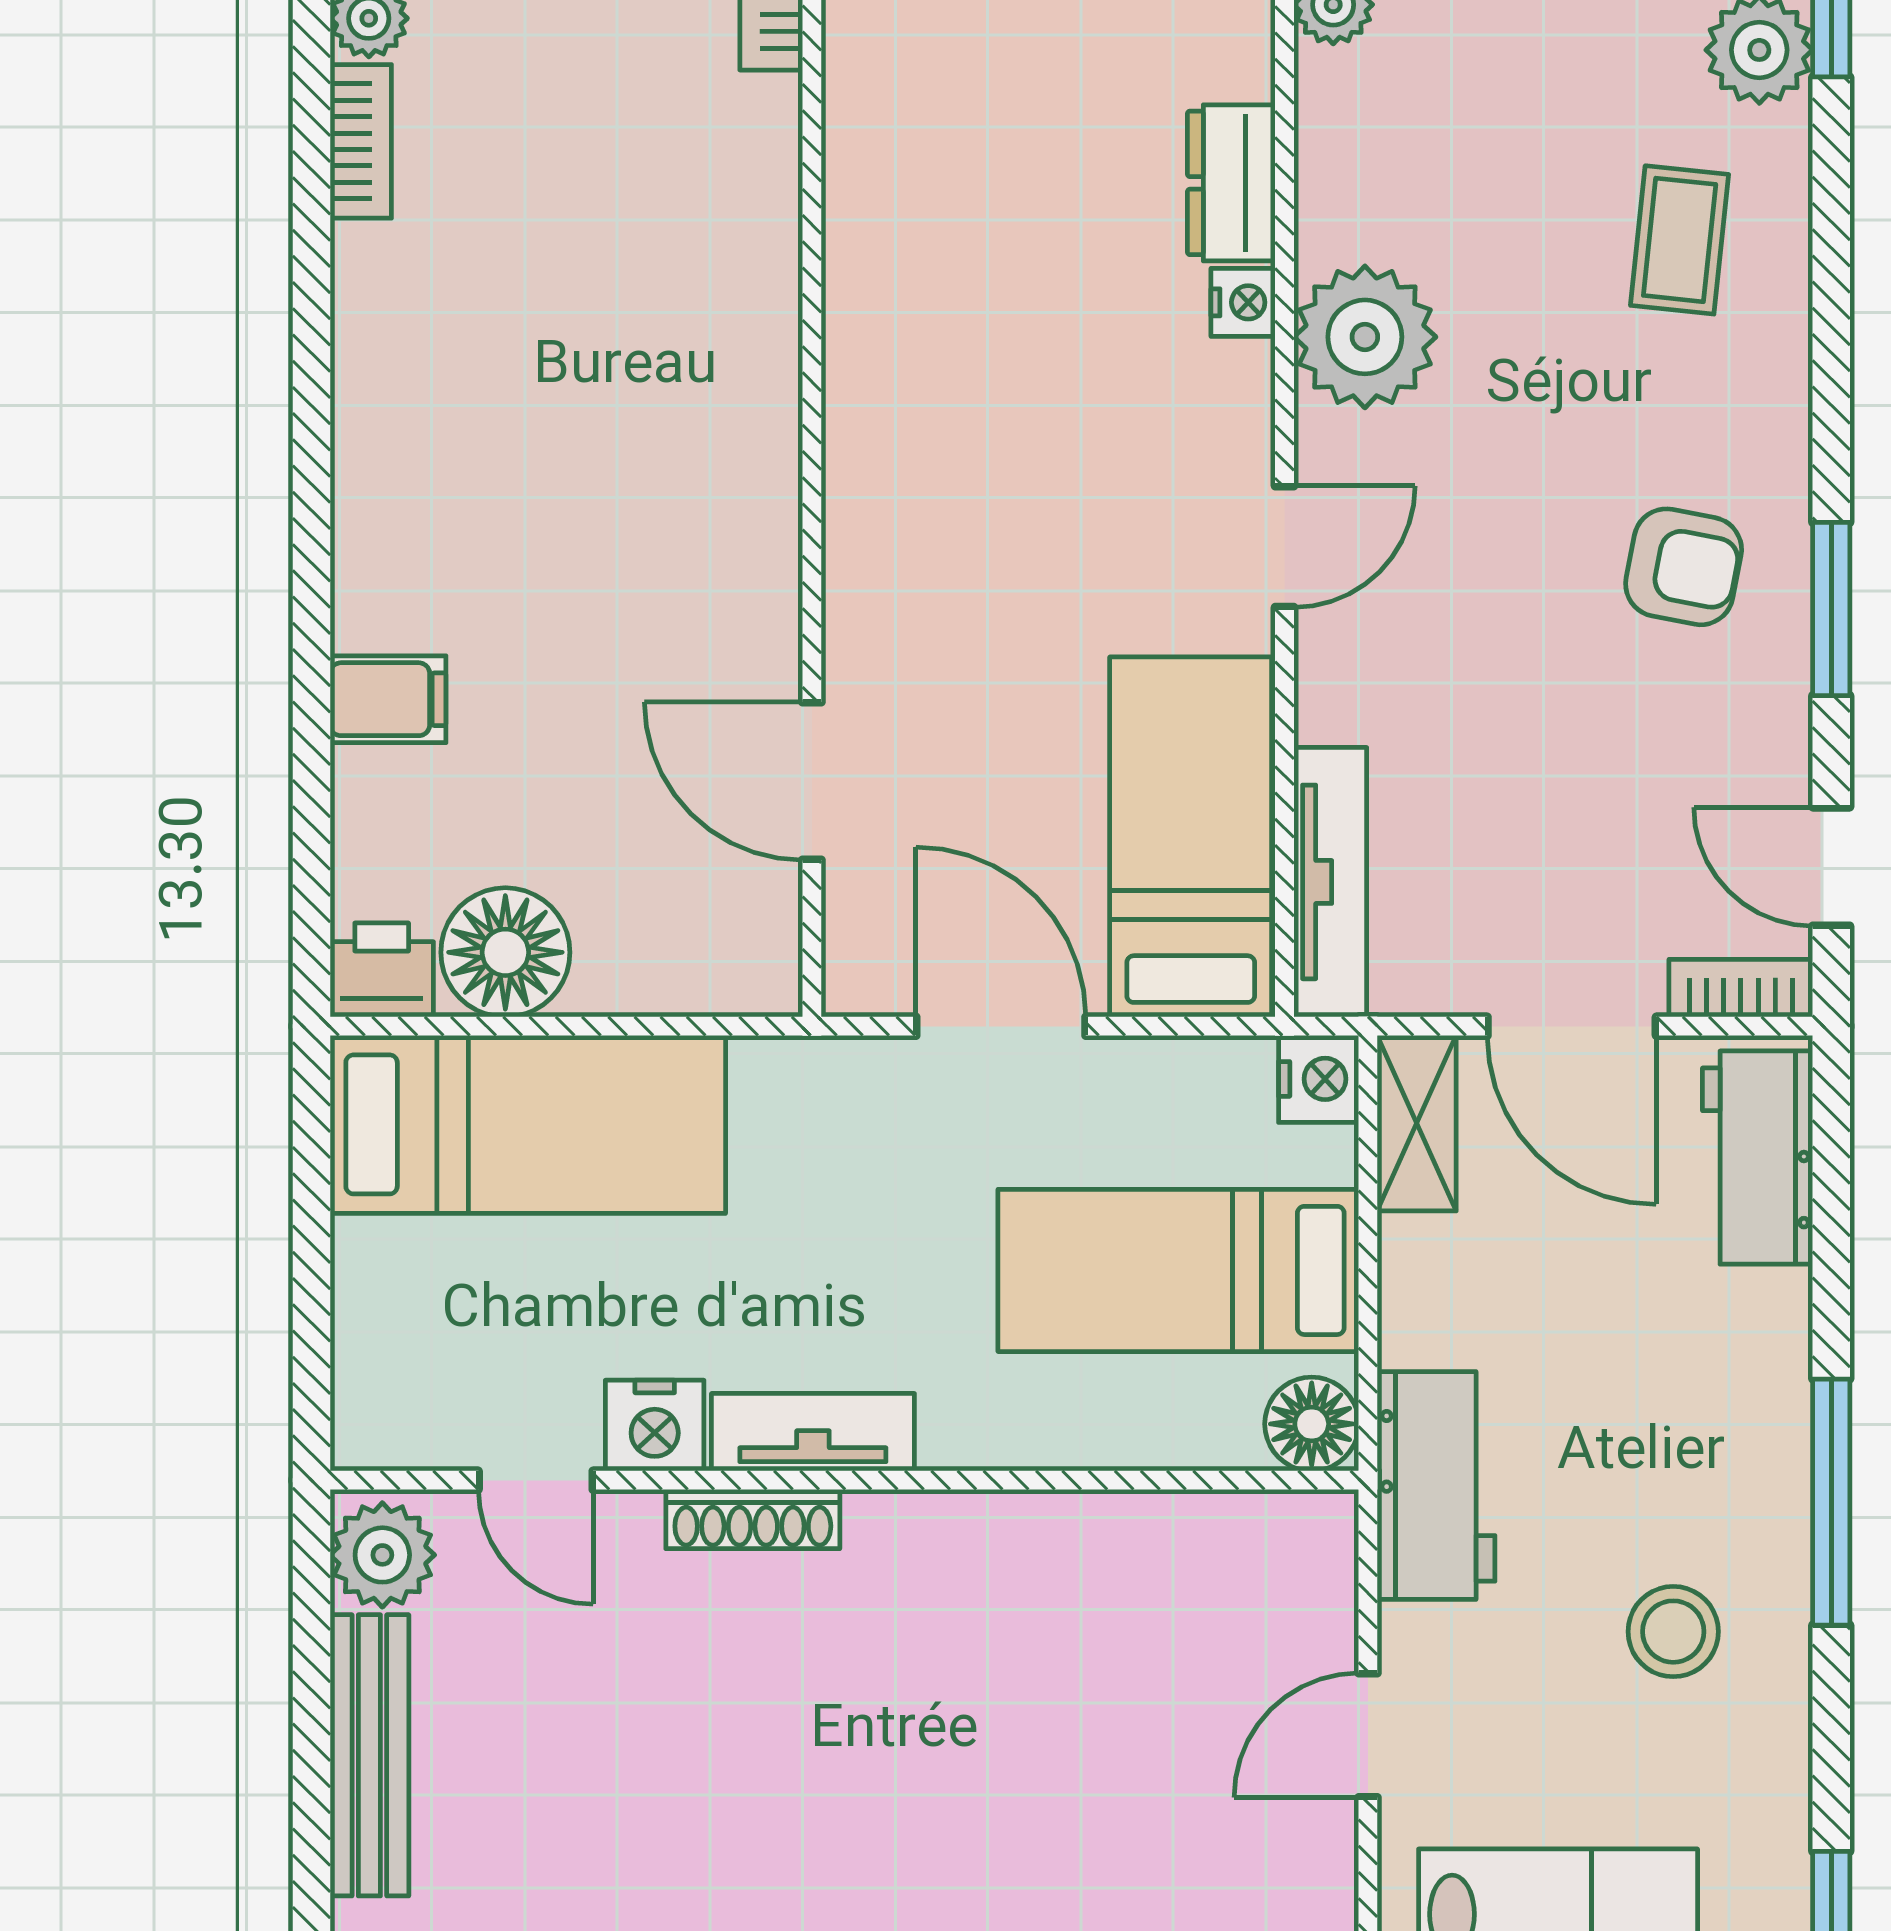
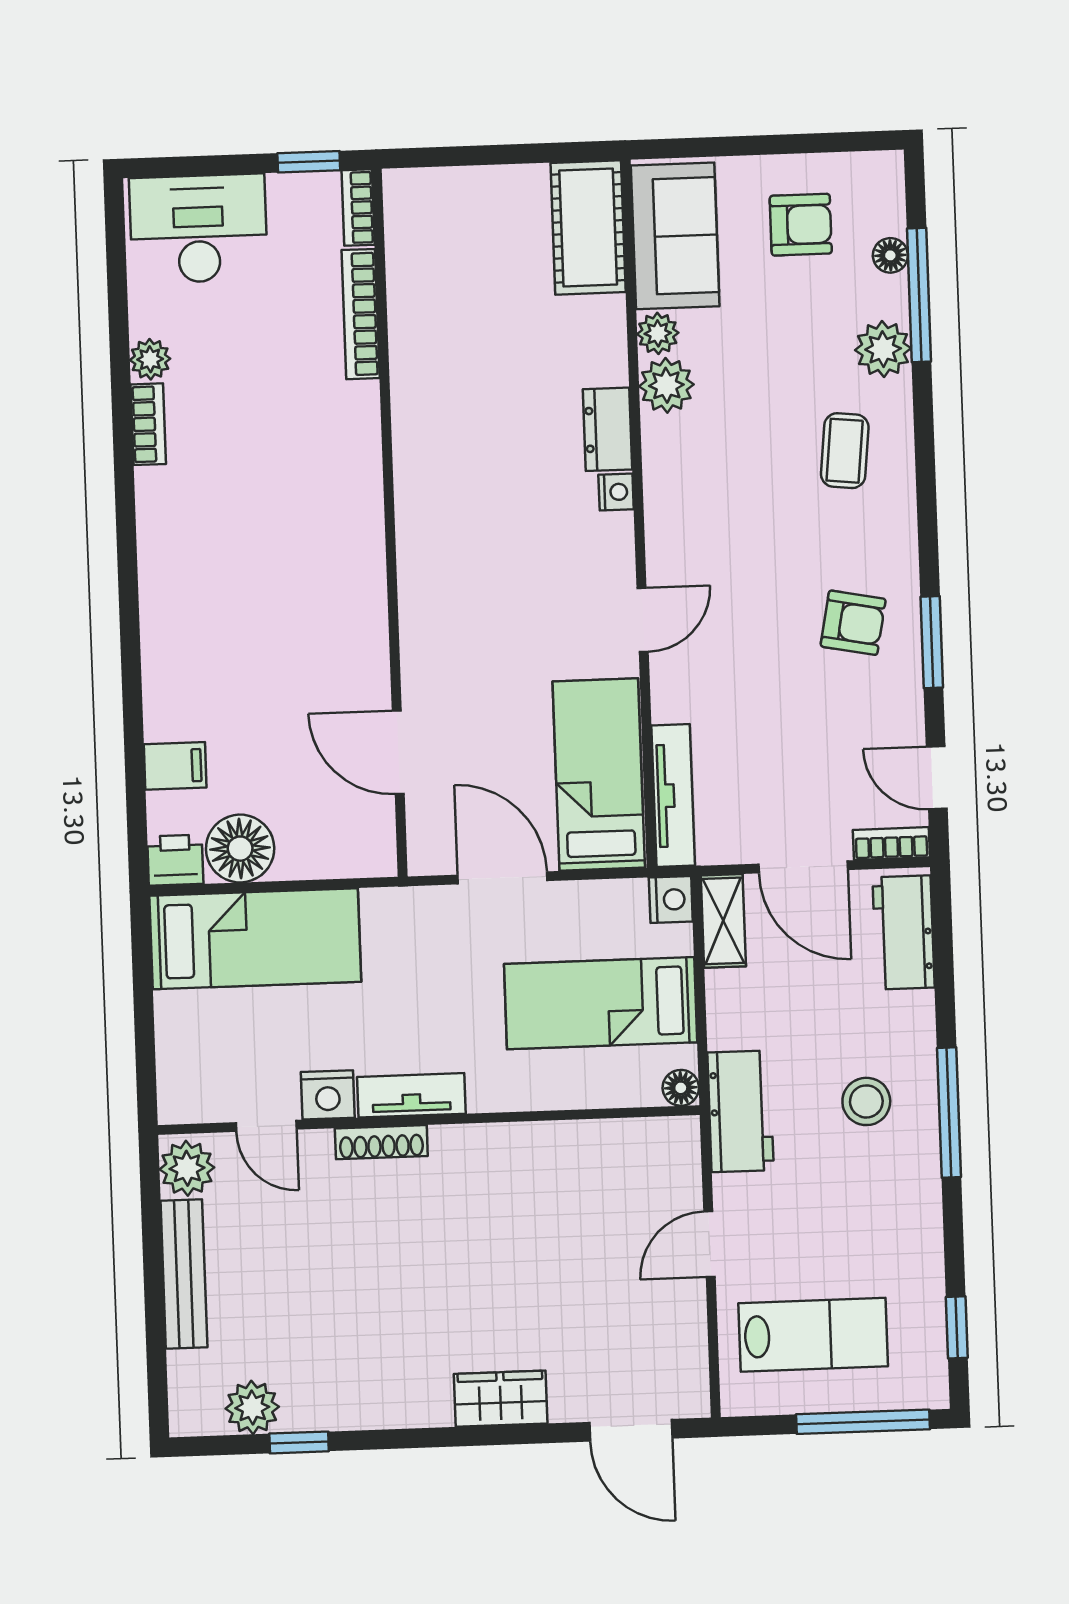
plant: (1365, 337) -> (666, 385), moved, width x0.73, depth x0.73
filing cabinet: (388, 699) -> (175, 766), moved
floor lamp: (1312, 1424) -> (681, 1088), width x0.73, depth x0.73
stool: (1673, 1632) -> (866, 1101), moved

